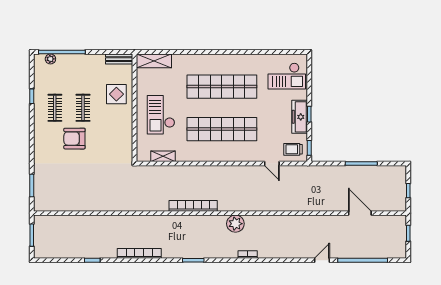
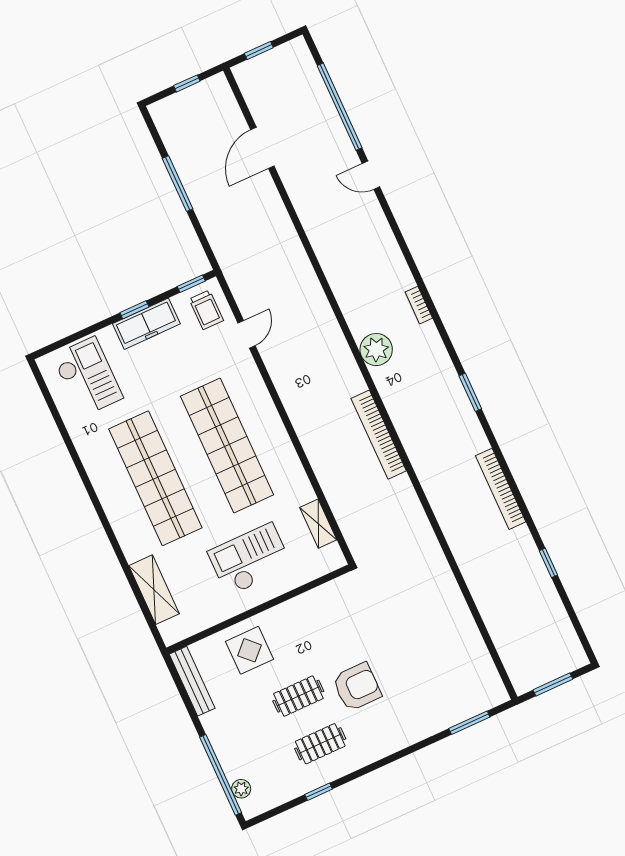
bench: (119, 59) -> (192, 681), width x1.36
shelving: (154, 61) -> (154, 590), moved
checkout: (161, 115) -> (250, 559), turned 180
armchair: (74, 139) -> (357, 687), turned -90

